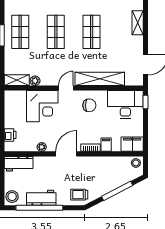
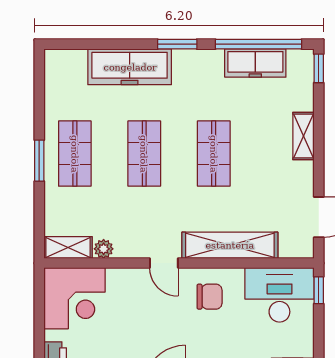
door: (66, 88) -> (164, 263), swing flipped
corner desk: (42, 106) -> (74, 298), moved

